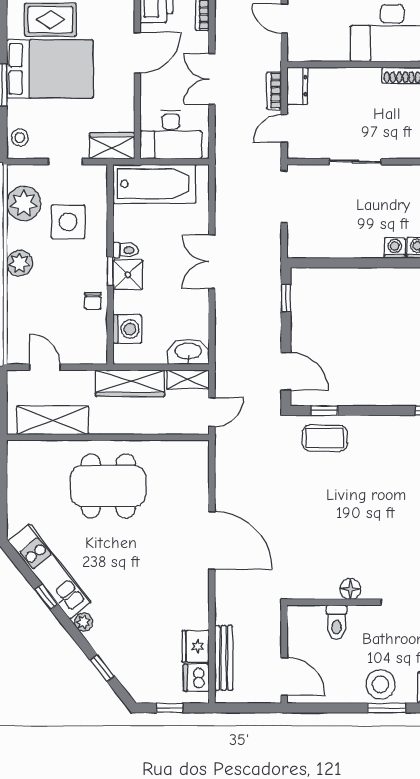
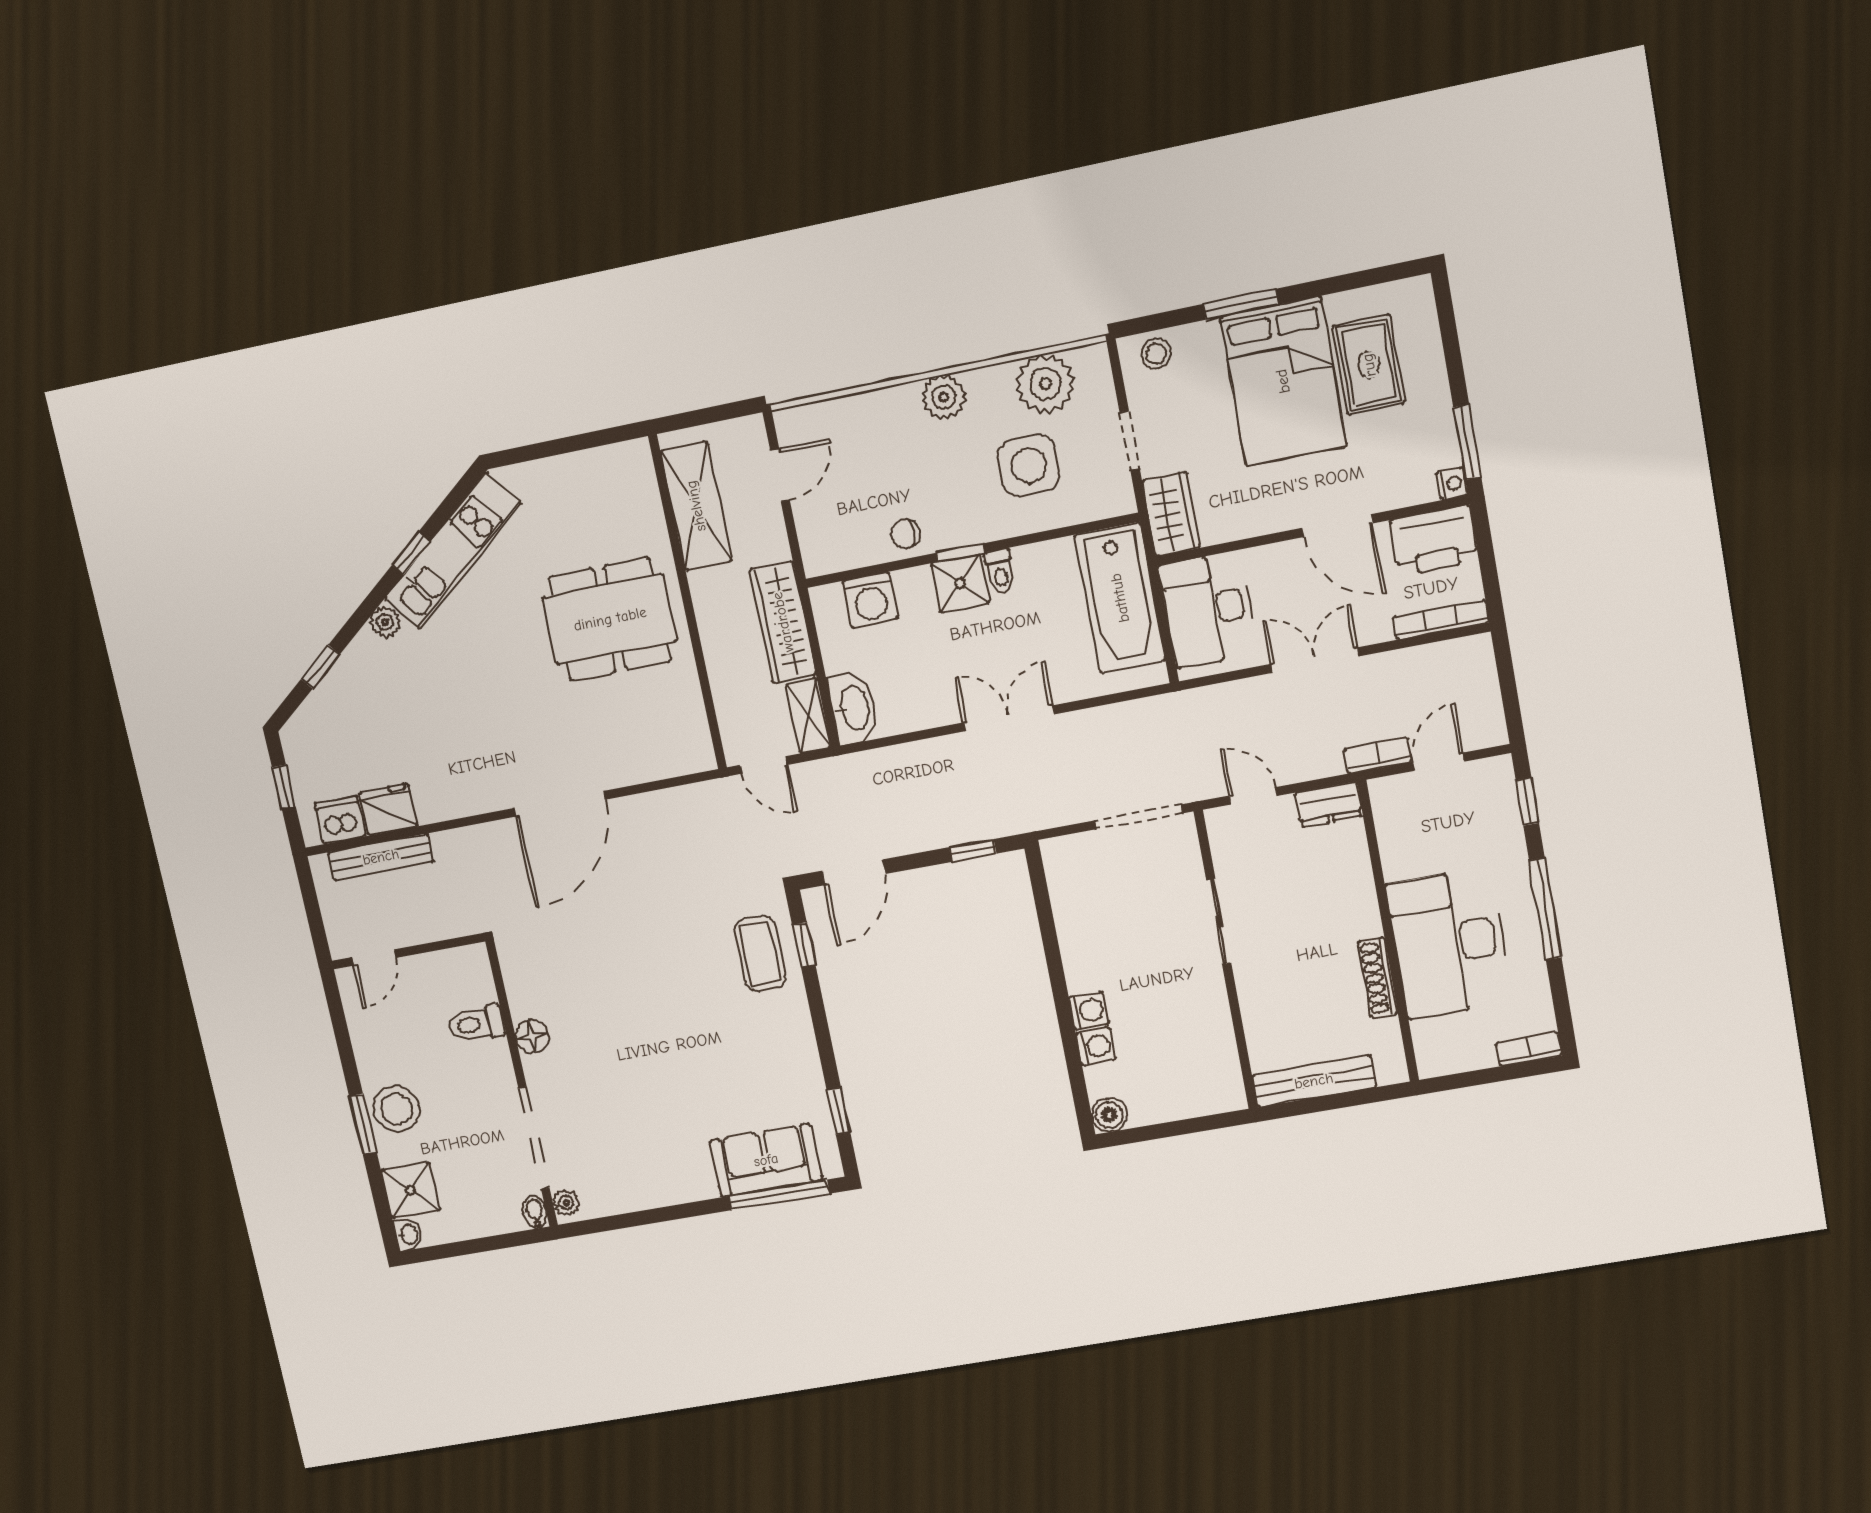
bookcase: (274, 91) -> (1378, 755), moved
dining table: (108, 486) -> (610, 619), turned 90
door: (284, 677) -> (374, 958), width x0.73

